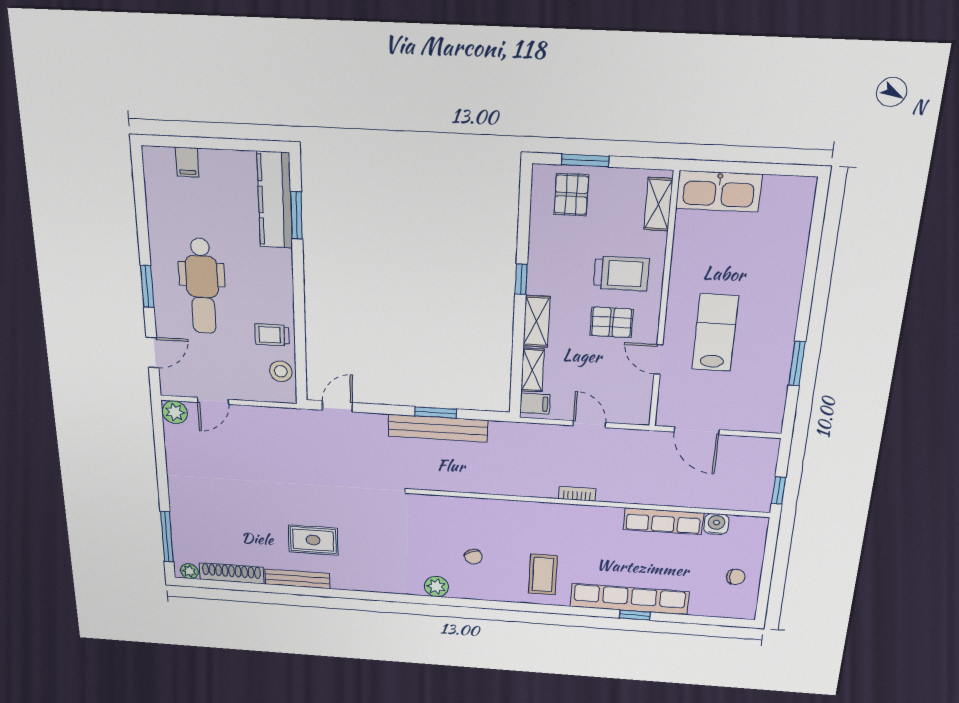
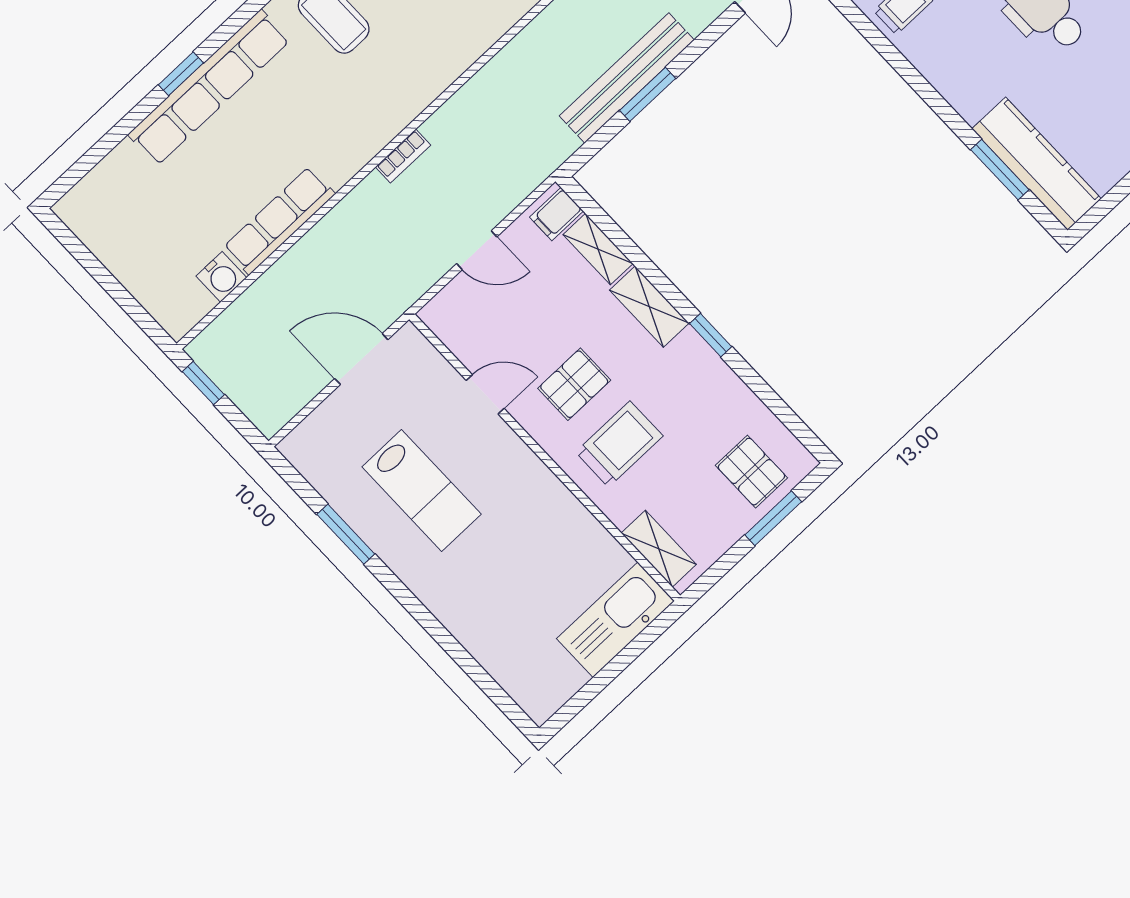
trolley: (621, 273) -> (619, 444), turned 180
lab bench: (715, 333) -> (422, 490), moved
chair: (736, 577) -> (130, 237), removed

